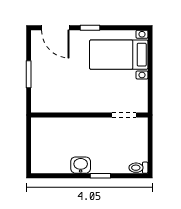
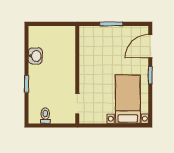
washbasin: (81, 165) -> (35, 56), moved
toilet: (138, 168) -> (45, 116), moved

